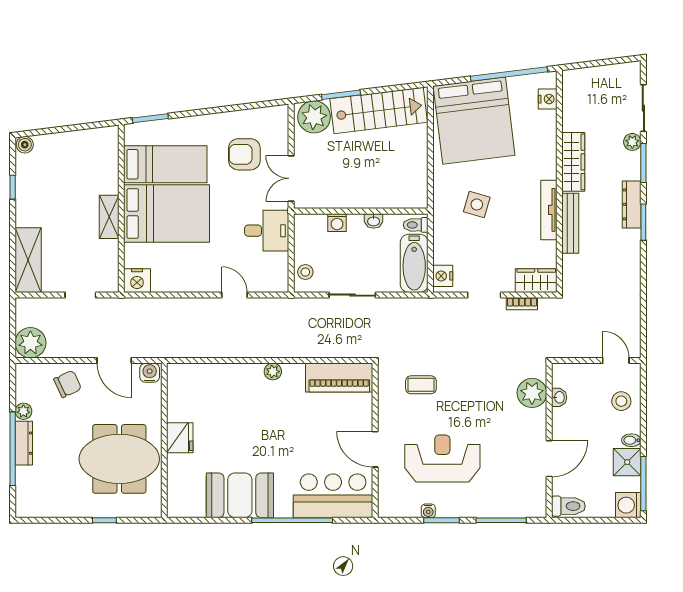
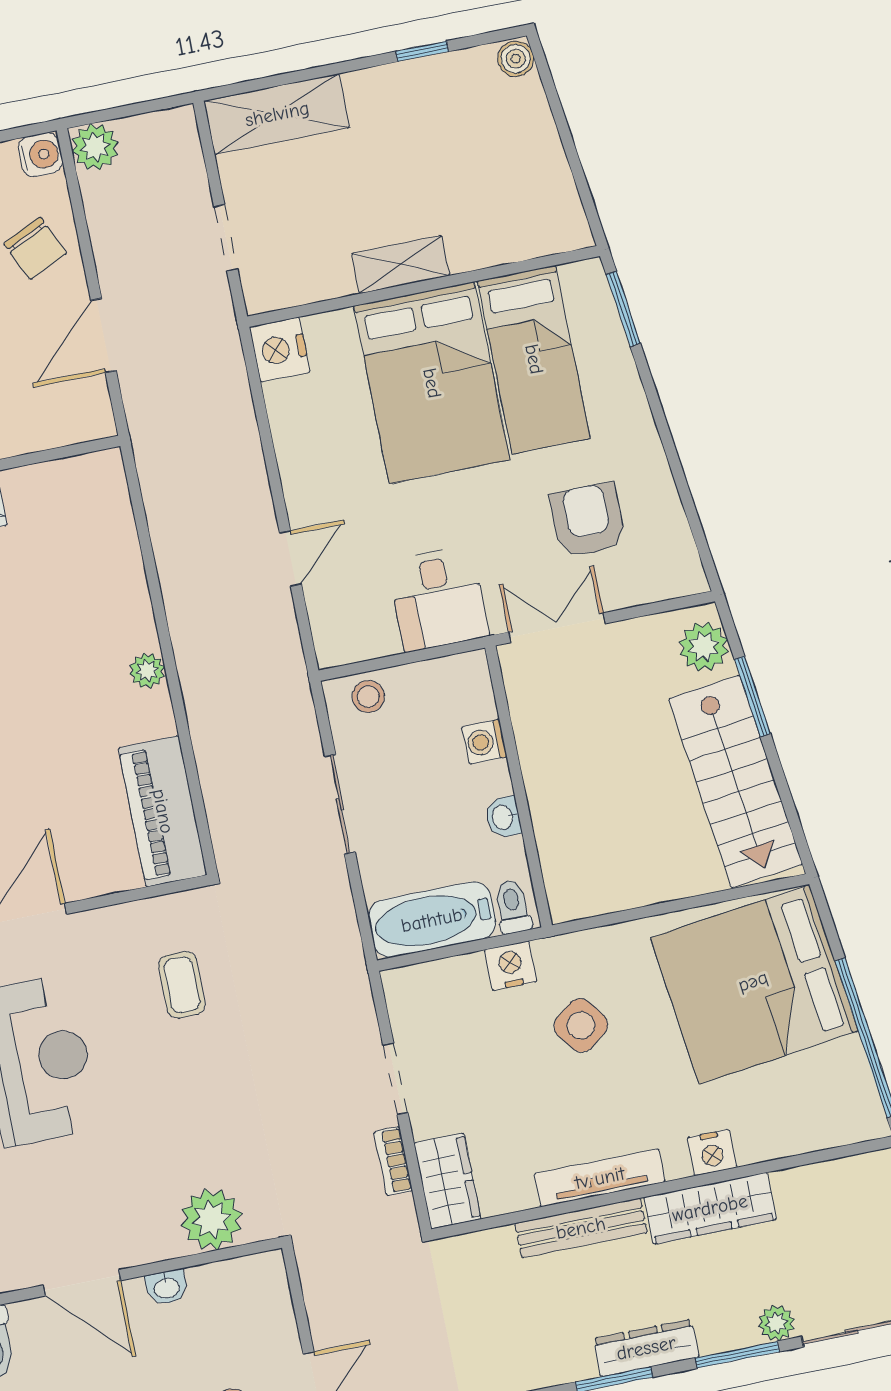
nightstand: (548, 99) -> (712, 1153), moved
plant: (314, 117) -> (704, 647), width x0.73, depth x0.73
side table: (477, 204) -> (581, 1025), turned 37
nightstand: (443, 276) -> (511, 966), moved
plant: (30, 343) -> (95, 147), width x0.73, depth x0.73
water cooler: (150, 373) -> (41, 155), moved
washbasin: (559, 397) -> (167, 1287), moved

